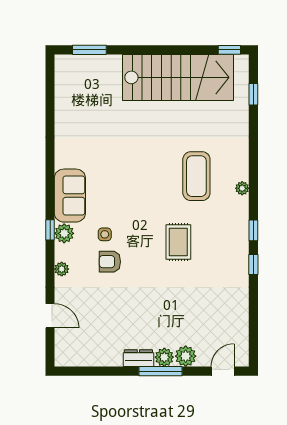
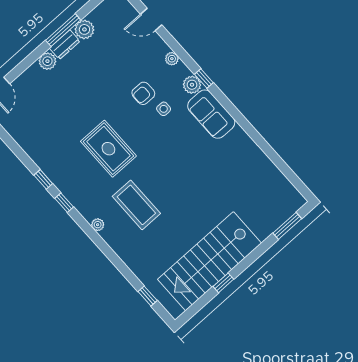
window: (229, 50) -> (223, 283), moved
rug: (178, 242) -> (108, 149), width x1.36, depth x1.43
armchair: (110, 262) -> (143, 93), turned 180
plant: (186, 356) -> (84, 29), moved
window: (161, 371) -> (63, 30), moved

